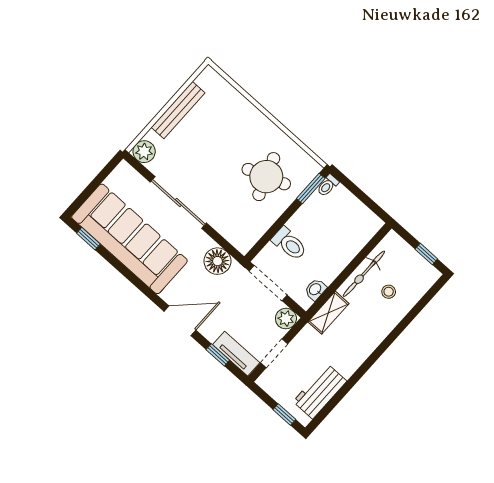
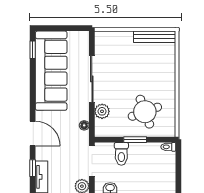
bench: (178, 110) -> (155, 37), moved
plant: (144, 152) -> (102, 111), moved
window: (311, 188) -> (135, 140), moved
floor lamp: (217, 261) -> (84, 125), width x0.53, depth x0.53

